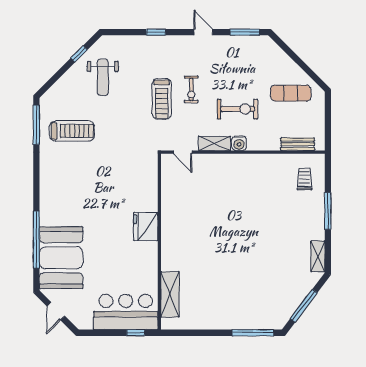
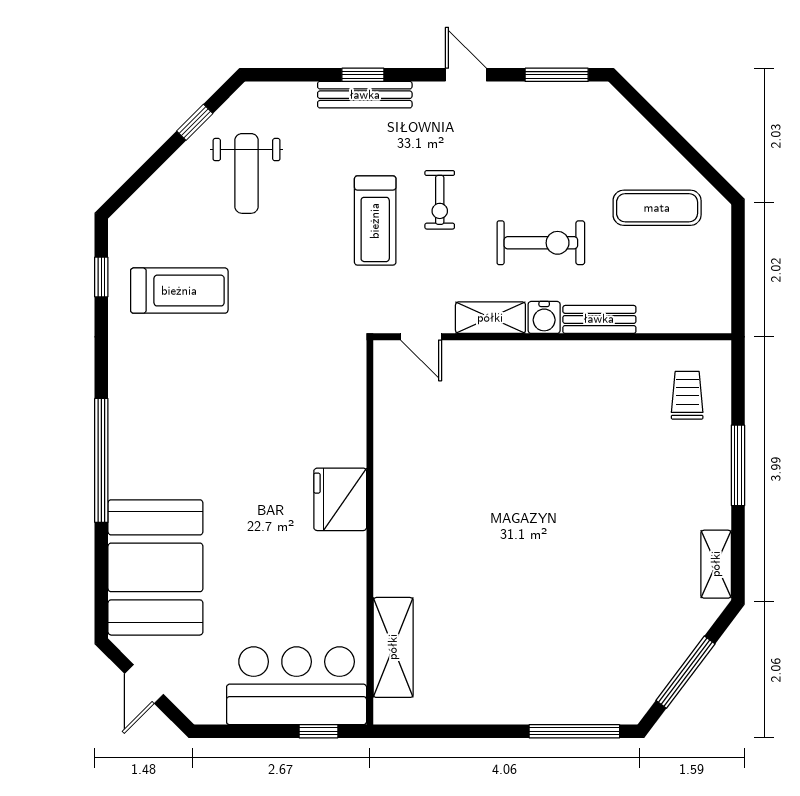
bench: (157, 41) -> (365, 95), added
window: (36, 125) -> (101, 277), width x0.46
bench: (298, 144) -> (599, 319), moved
window: (36, 240) -> (101, 460), moved

